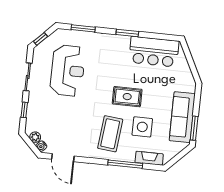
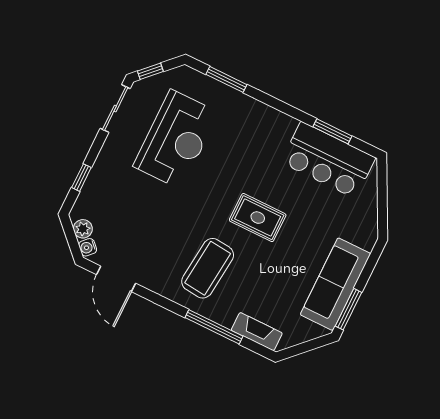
window: (127, 33) -> (332, 131), moved
sliding door: (28, 77) -> (115, 109), moved
side table: (142, 127) -> (264, 276), removed

